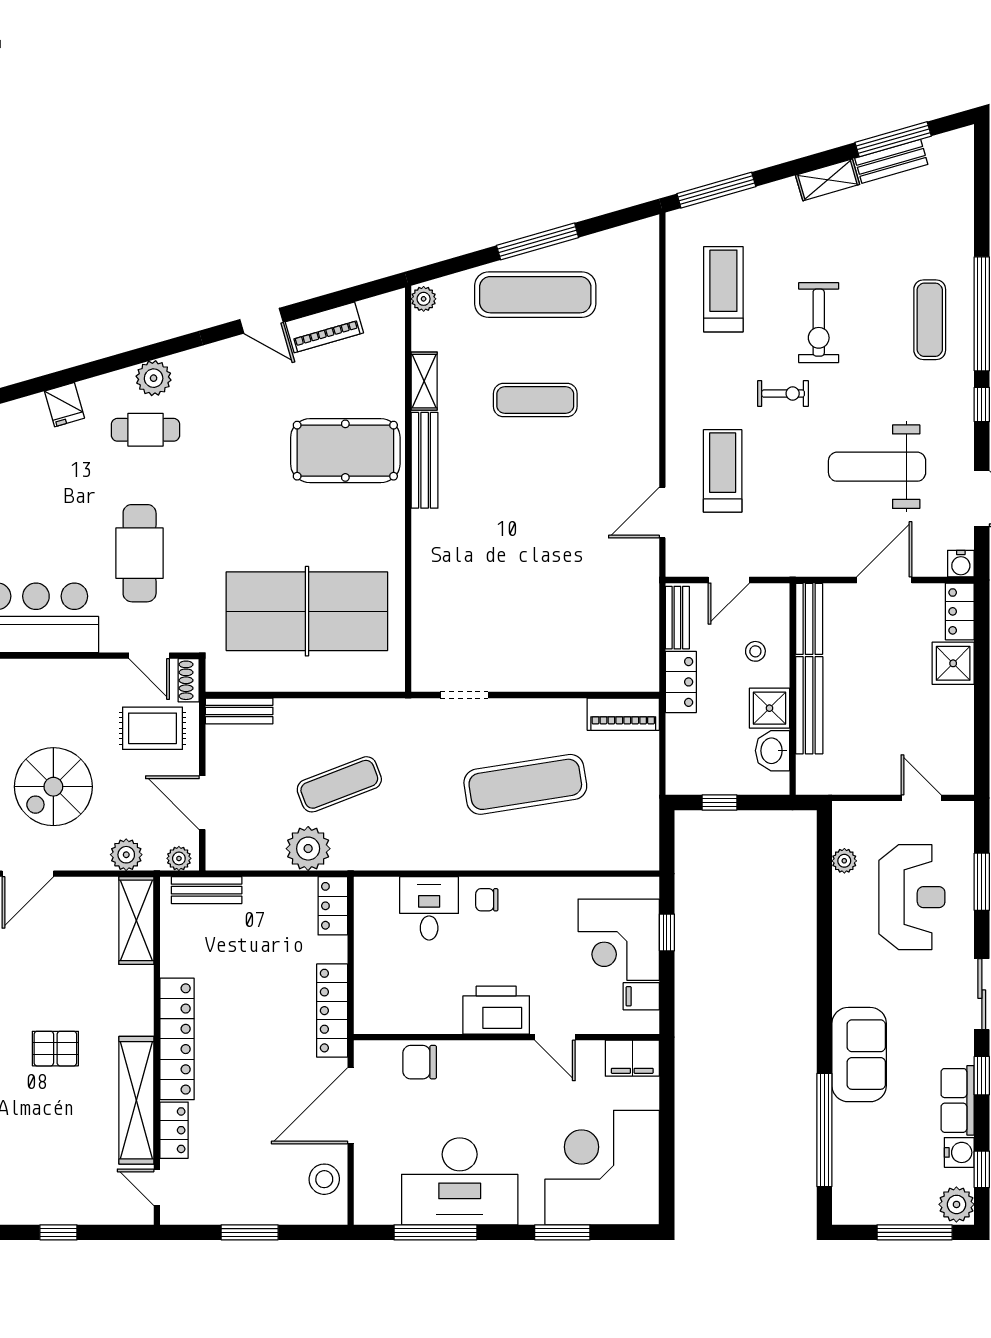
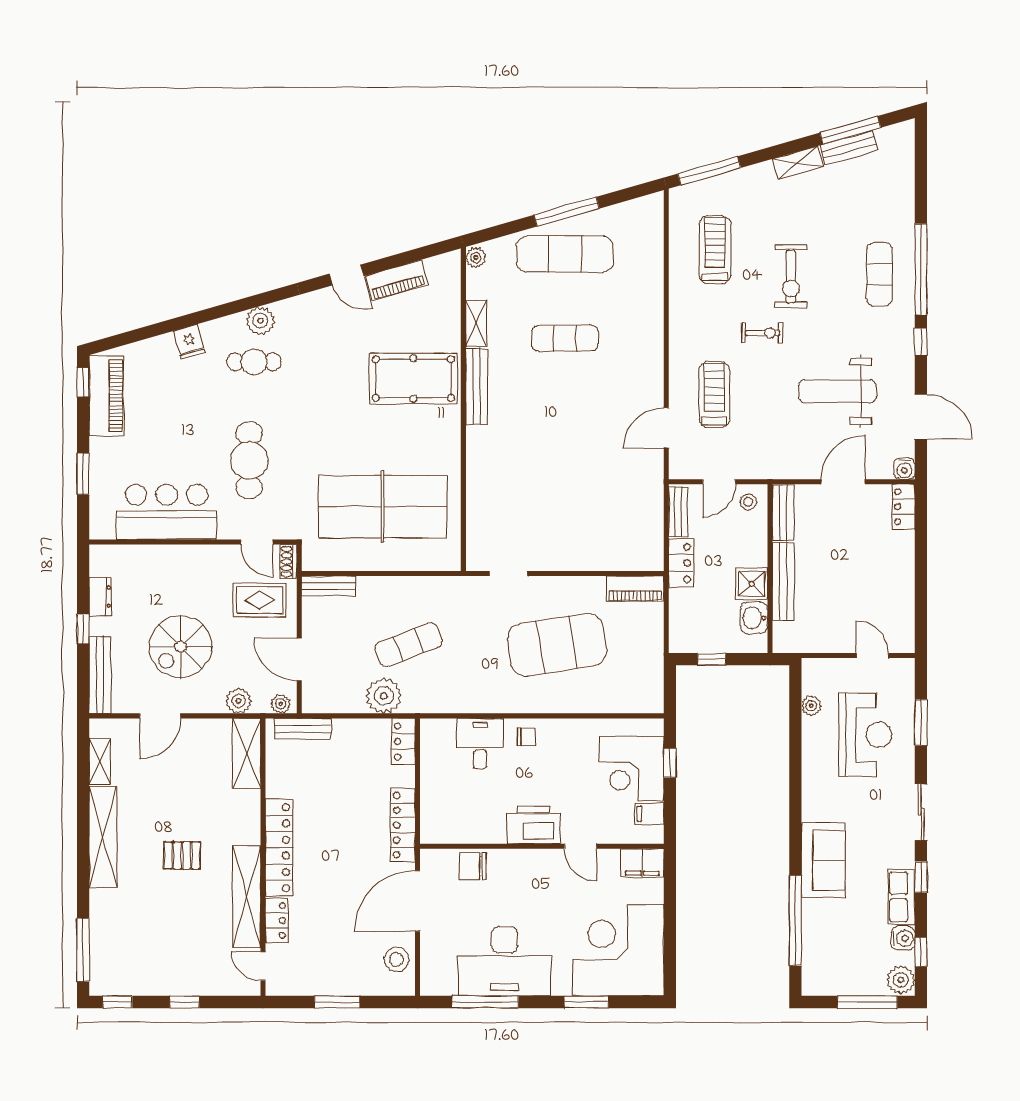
stool: (755, 651) -> (748, 502), moved
shower: (953, 663) -> (898, 548), removed
exercise mat: (525, 784) -> (557, 645), width x1.47
chair: (487, 900) -> (526, 737), turned 180

